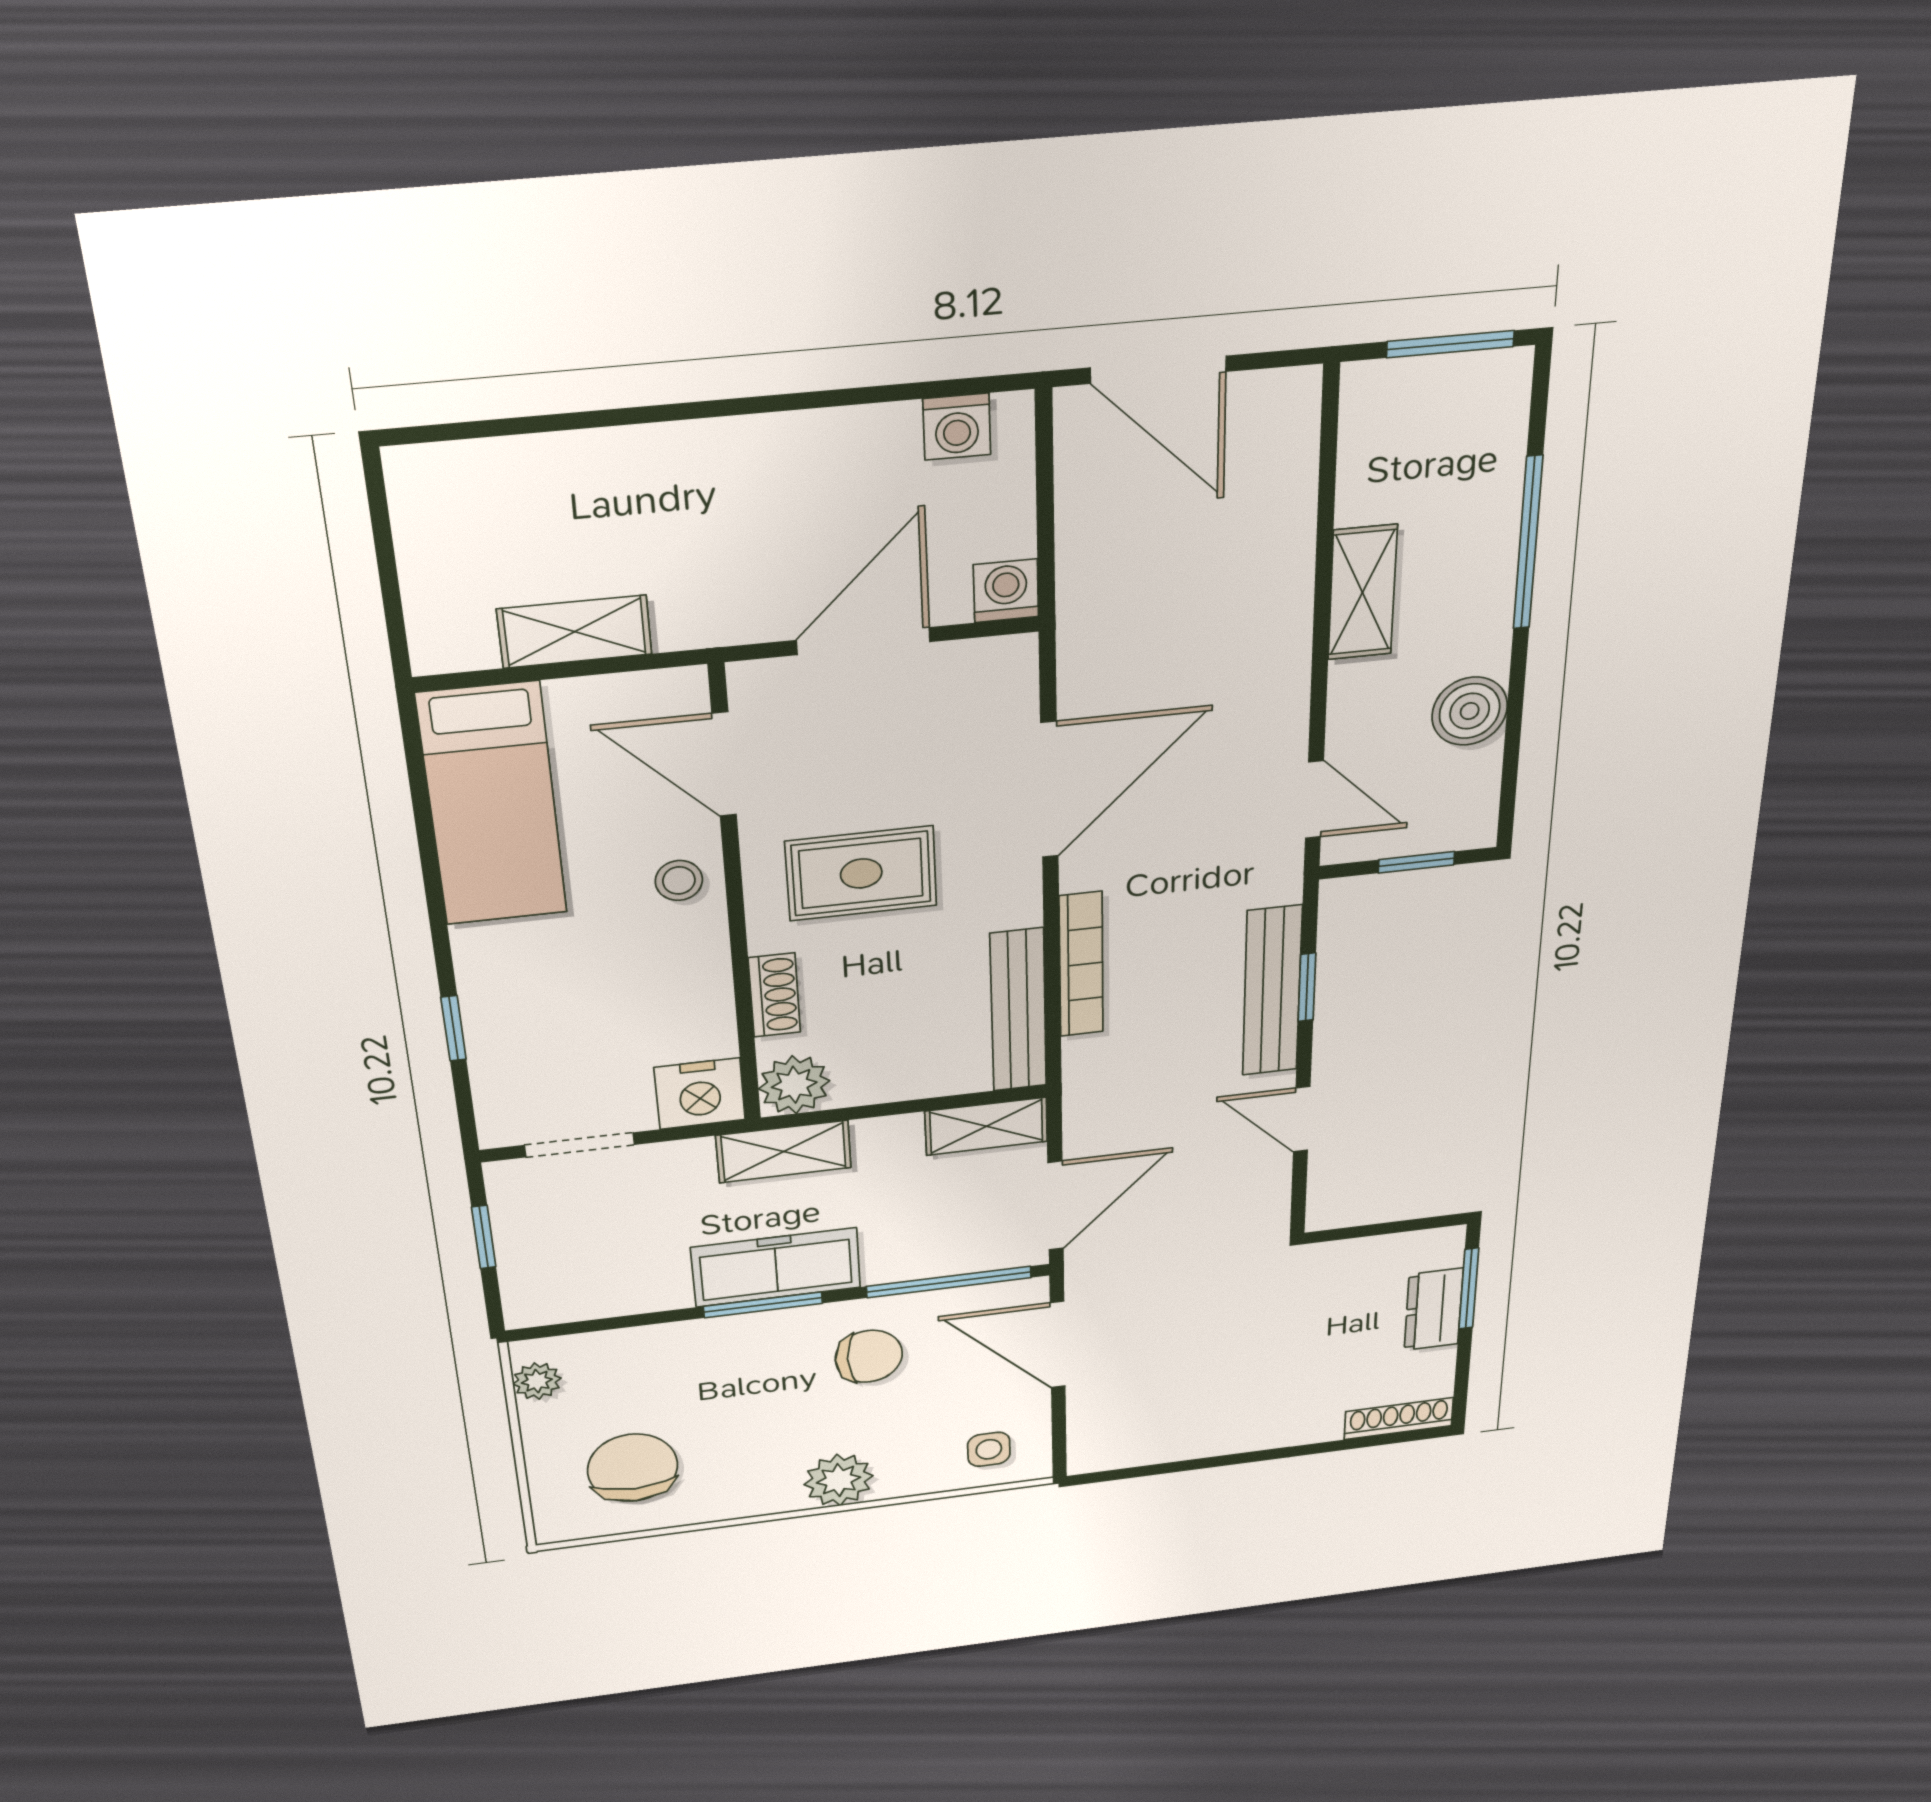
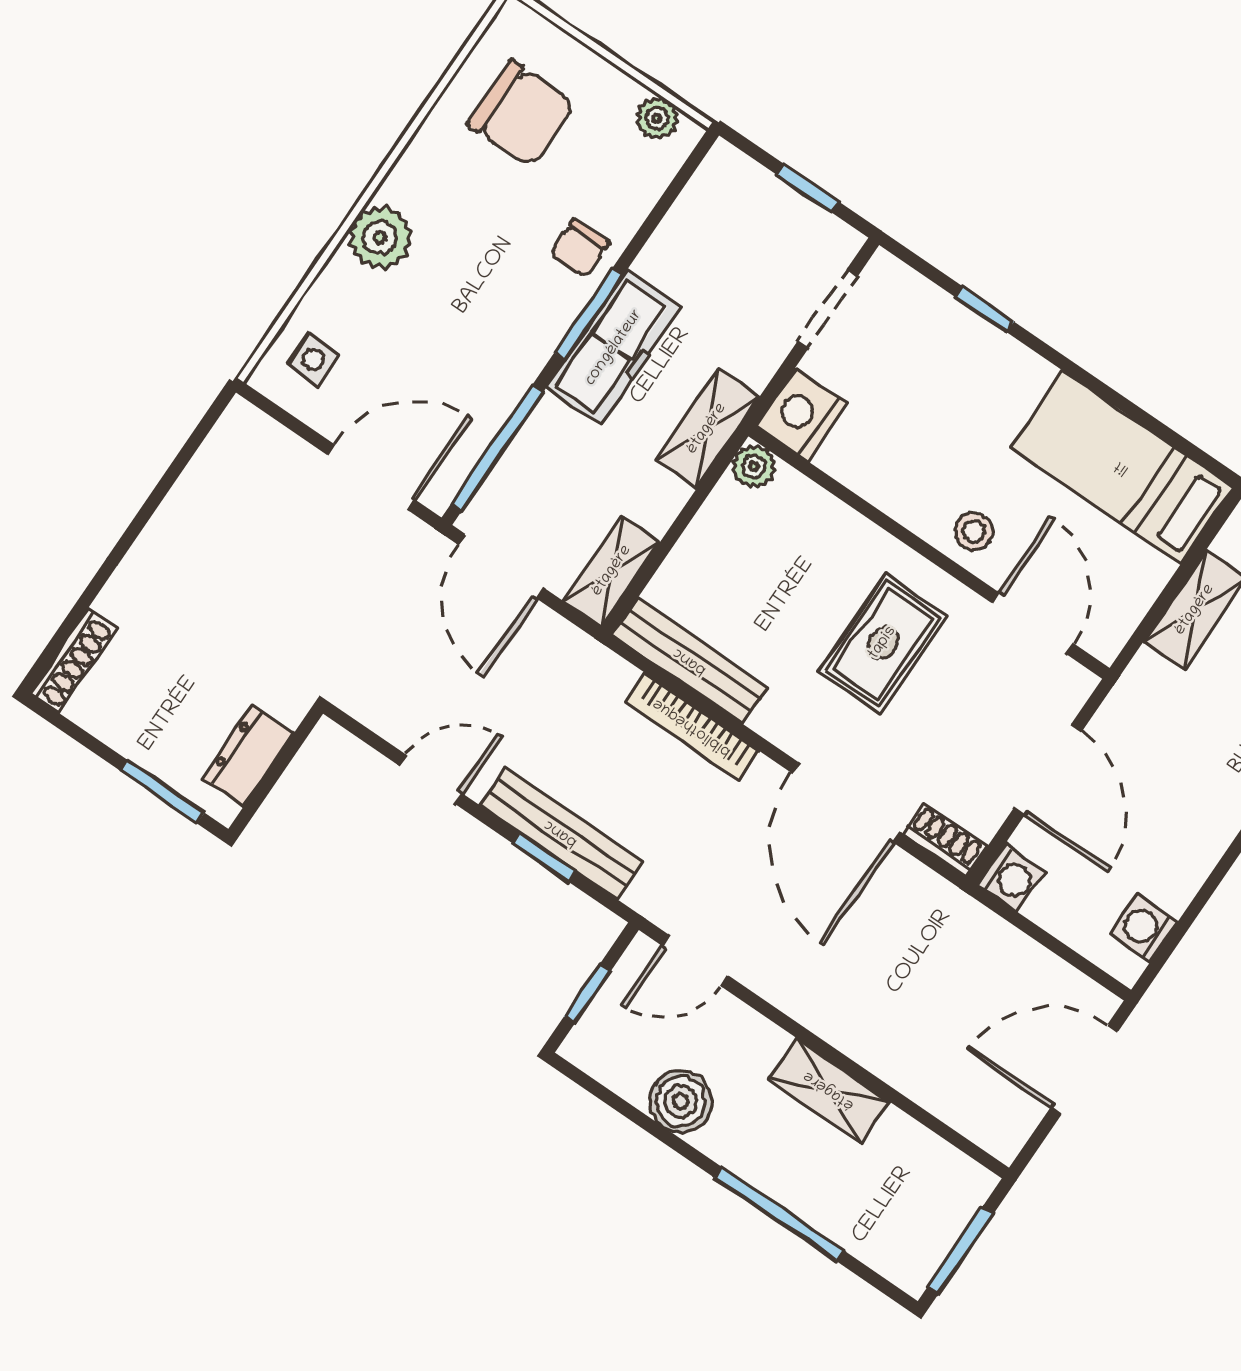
door: (724, 764) -> (1033, 623), hinge flipped
shoe rack: (774, 995) -> (945, 839), moved, turned 180
plant: (794, 1085) -> (754, 466), width x0.73, depth x0.73
dresser: (1434, 1309) -> (248, 755), moved, turned -90
chair: (869, 1356) -> (580, 248), moved, width x0.73, depth x0.73

